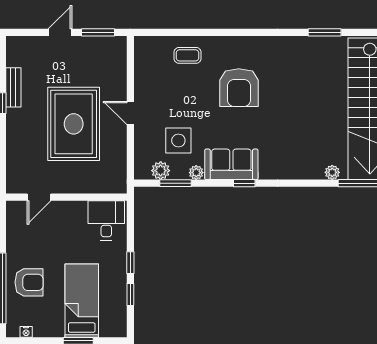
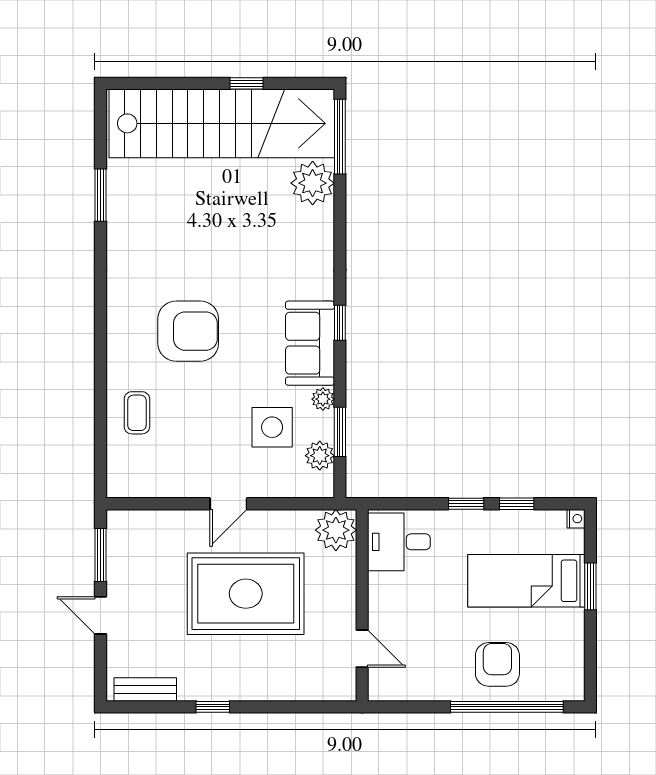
bench: (13, 87) -> (145, 689), moved
plant: (332, 172) -> (313, 183), width x1.88, depth x1.88
plant: (114, 181) -> (336, 530), added
nightstand: (26, 332) -> (576, 519), moved

